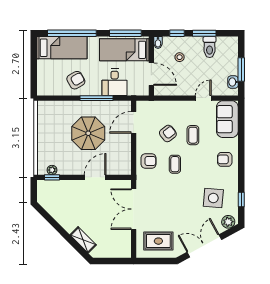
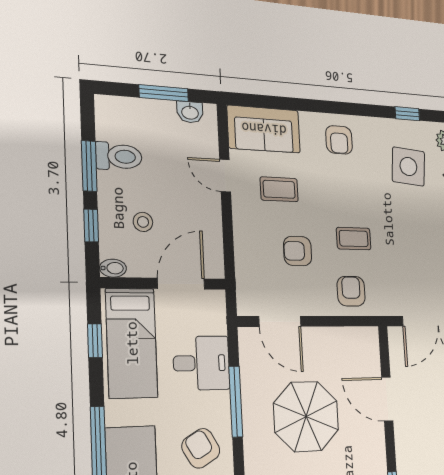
window: (125, 33) -> (95, 341), width x0.46
armchair: (168, 133) -> (298, 251), turned -52
coffee table: (193, 135) -> (279, 189), moved

